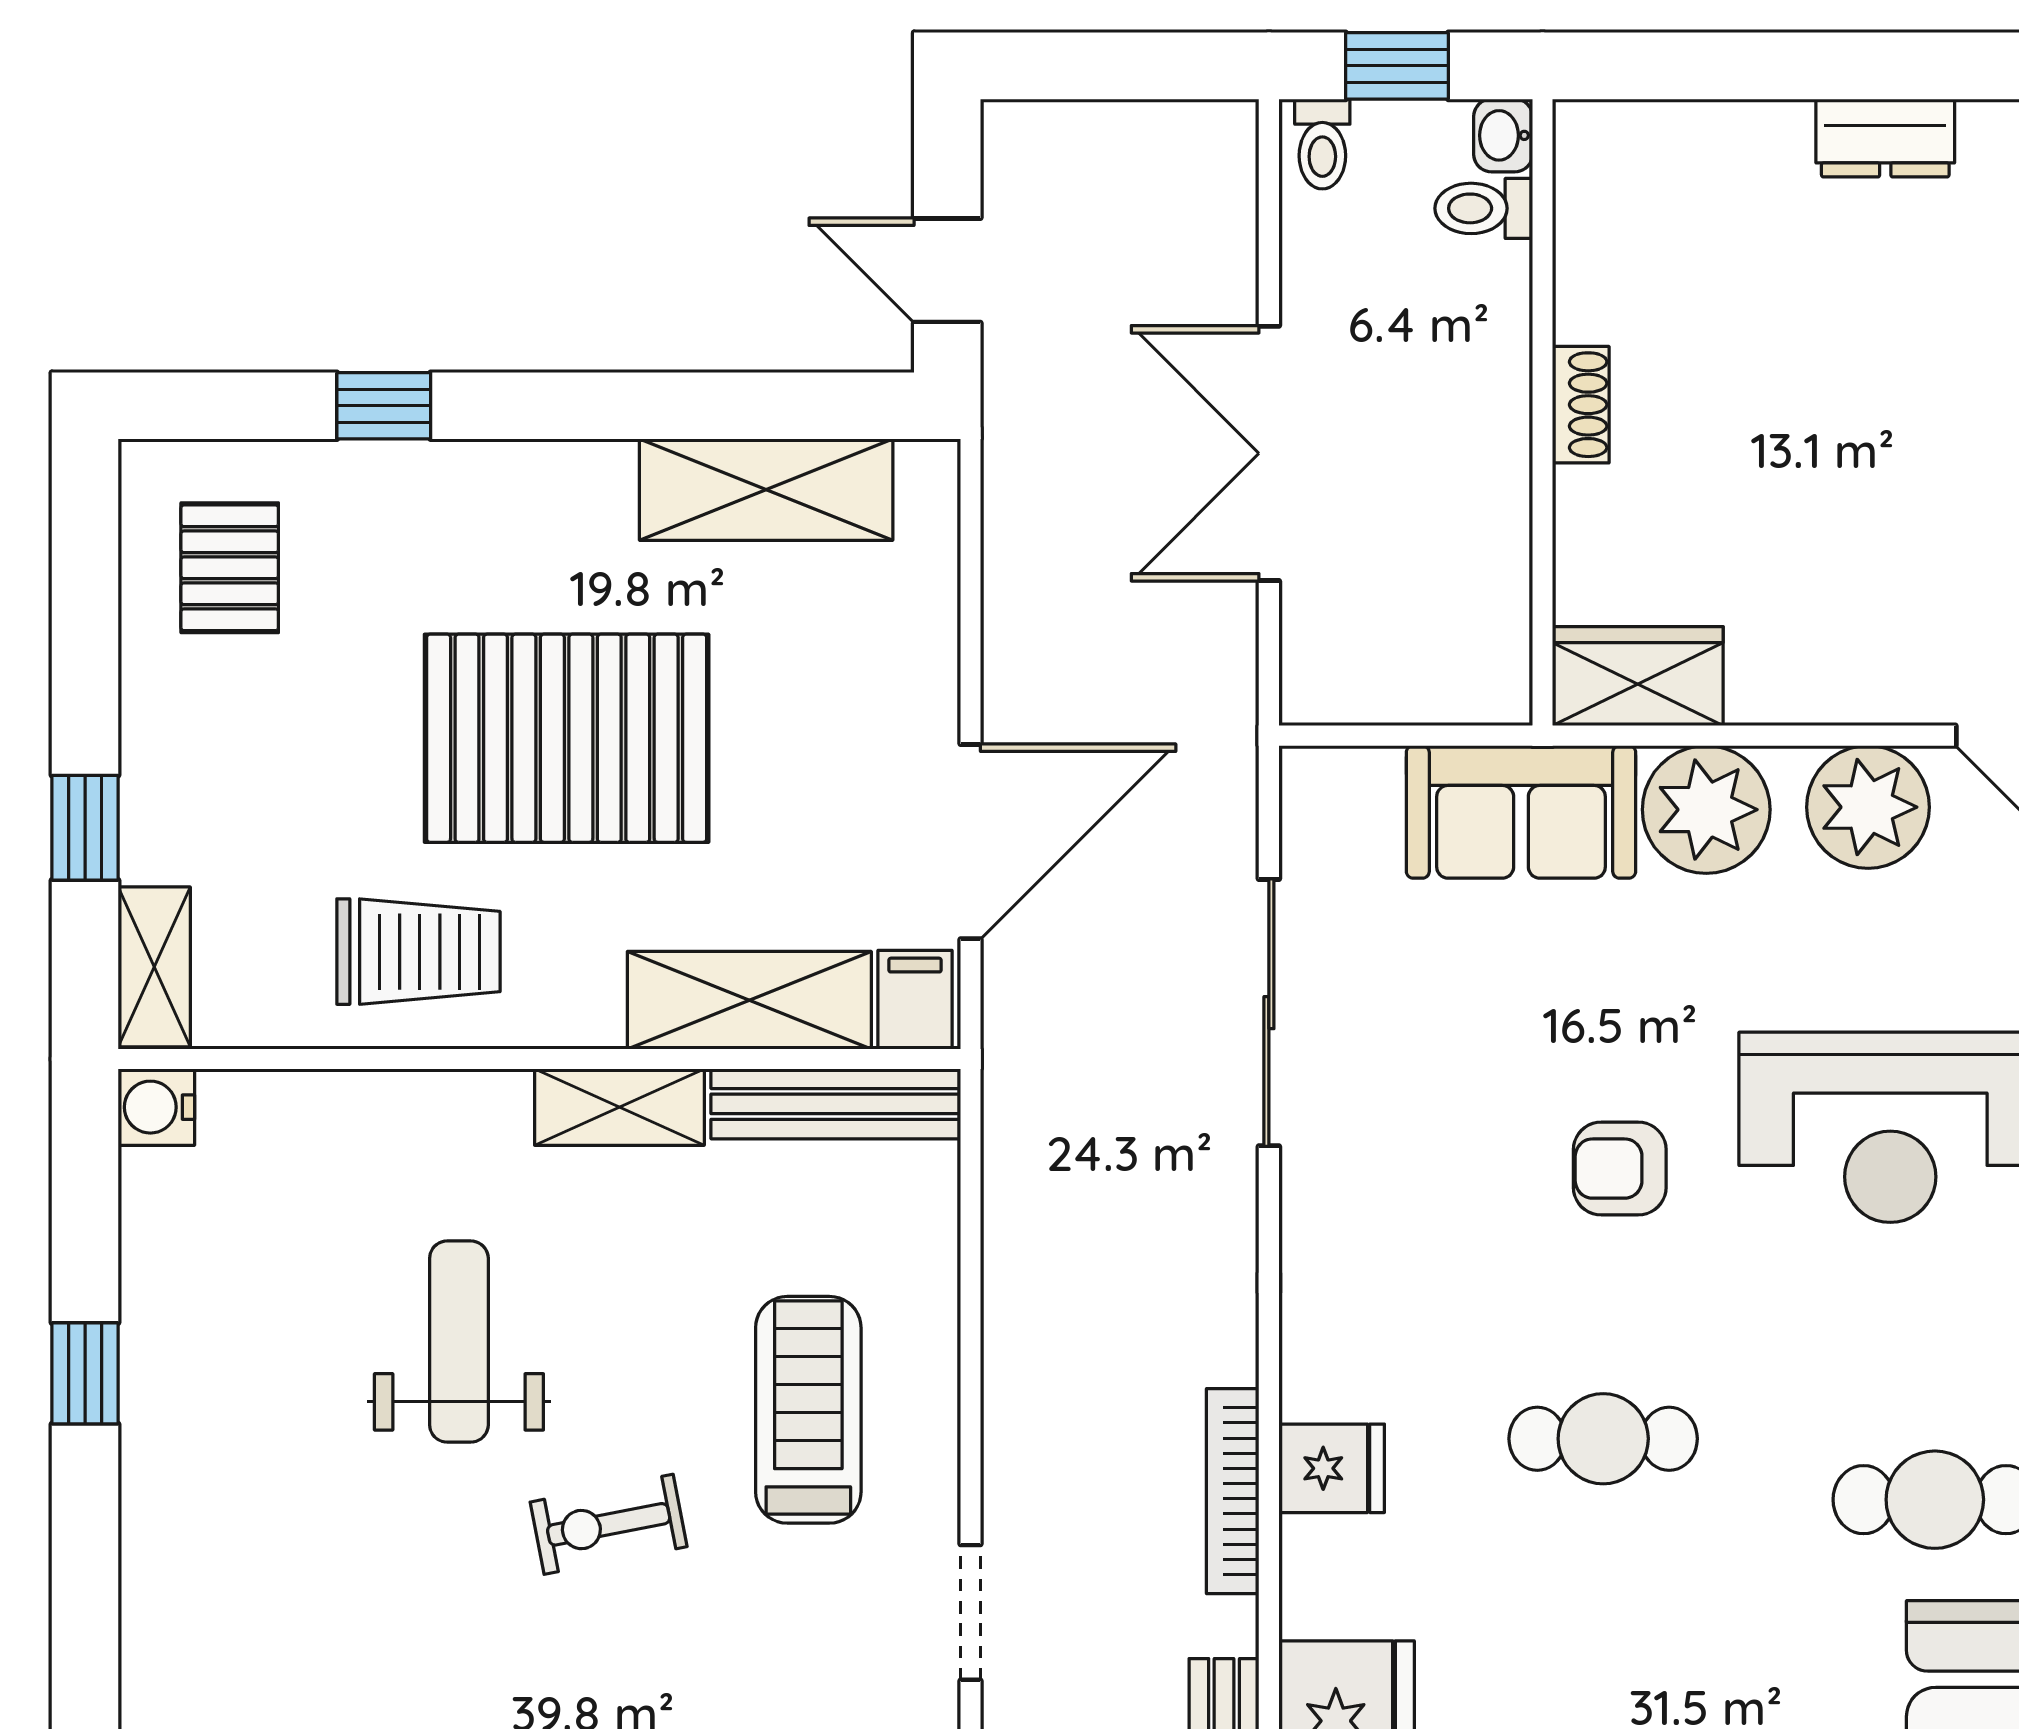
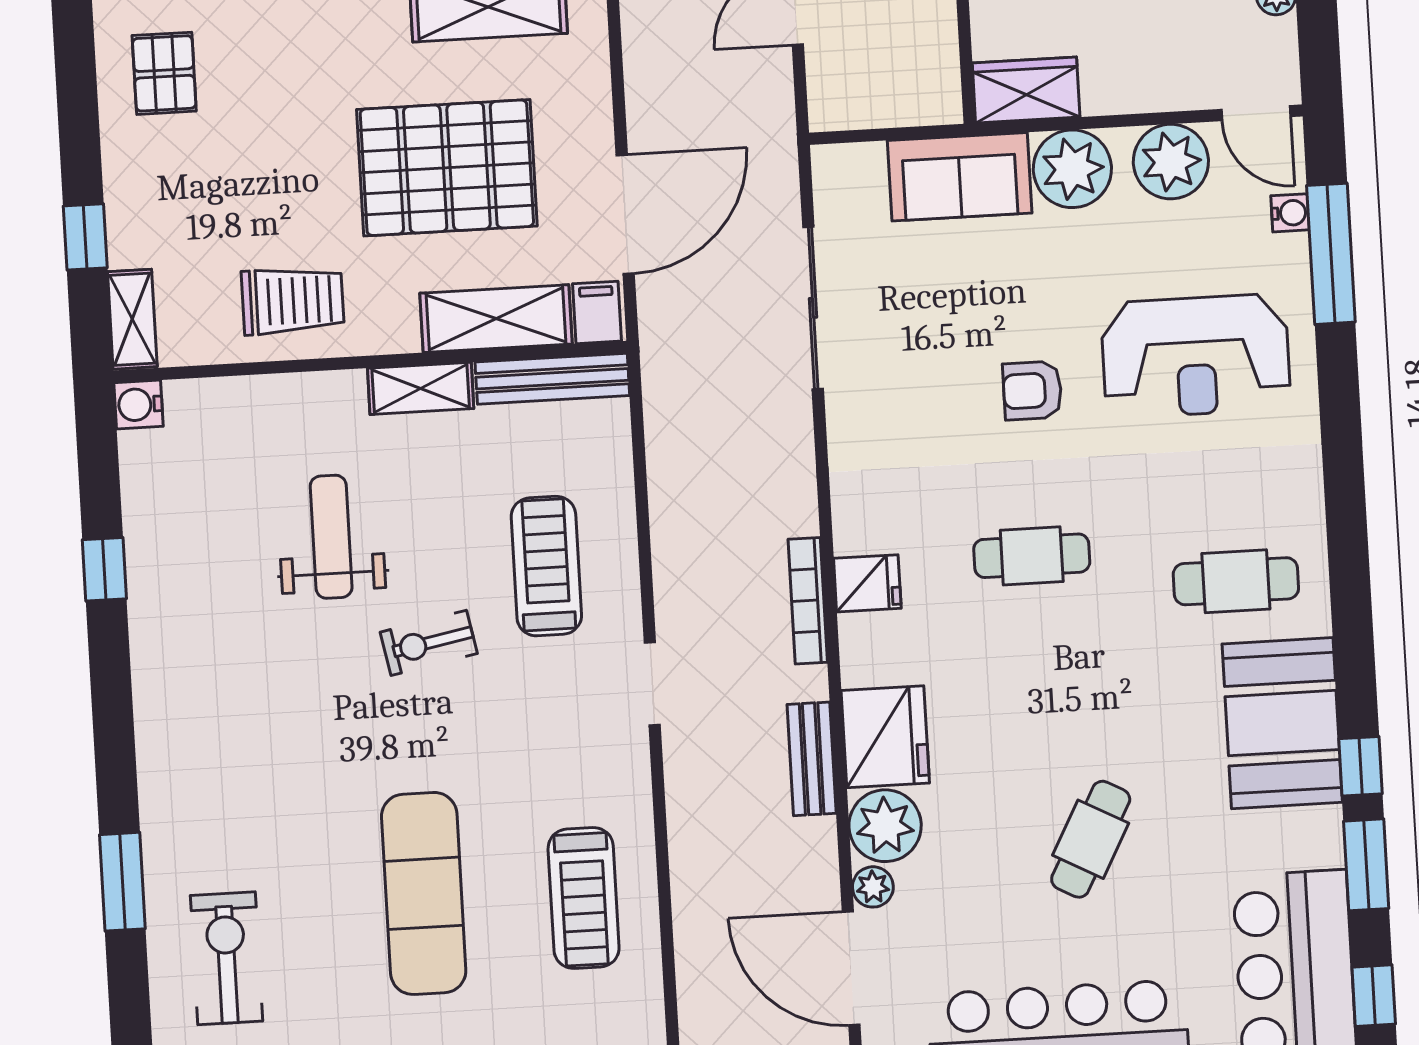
pallet: (567, 738) -> (447, 168), moved

